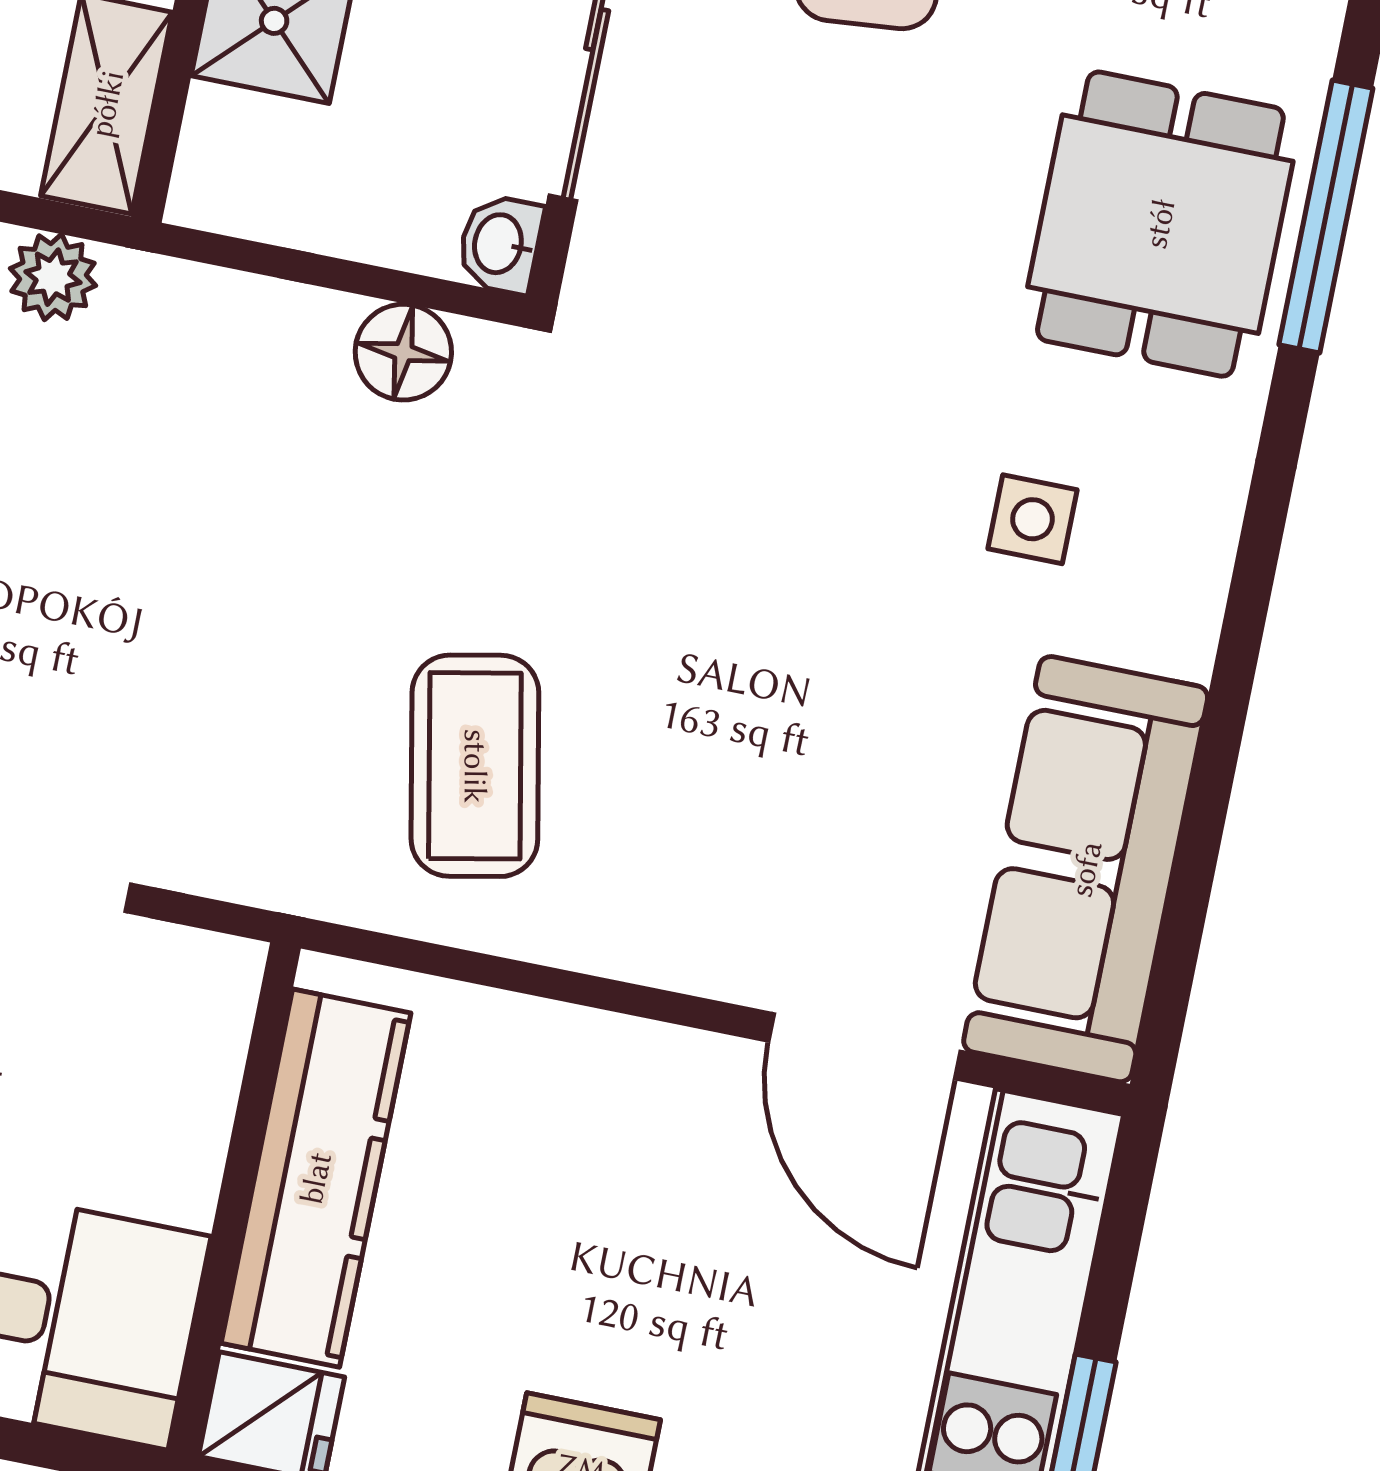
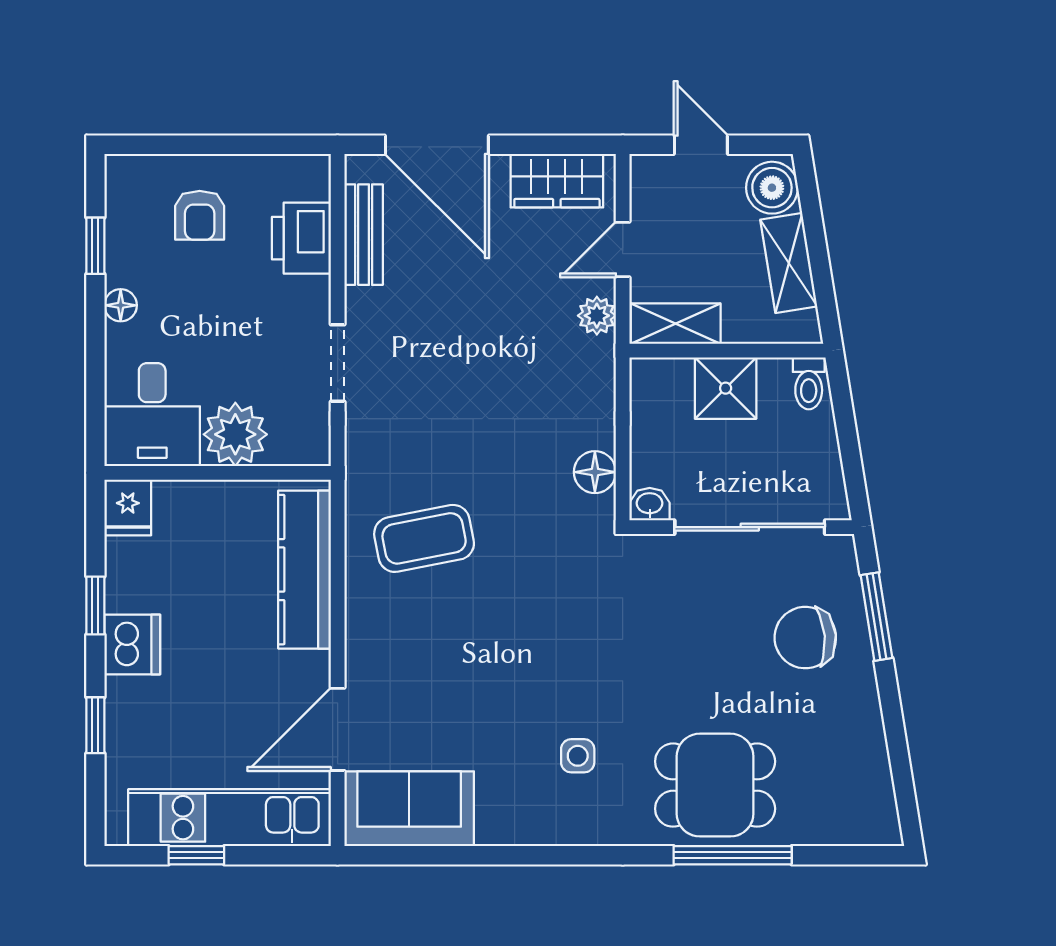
sofa: (1086, 869) -> (409, 809), width x0.73
plant: (156, 1142) -> (235, 434), added
kitchen counter: (316, 1178) -> (304, 570), moved, turned 90

